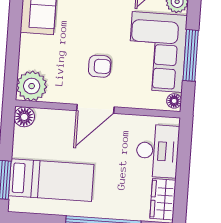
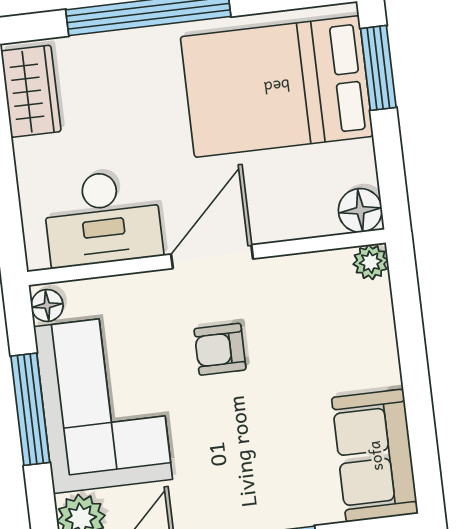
plant: (32, 86) -> (371, 262), width x0.53, depth x0.53
desk: (157, 151) -> (103, 218), moved, turned -90
bed: (51, 180) -> (277, 87), width x1.50

